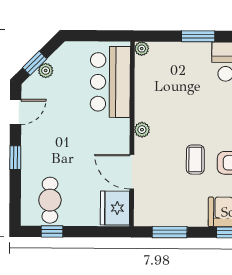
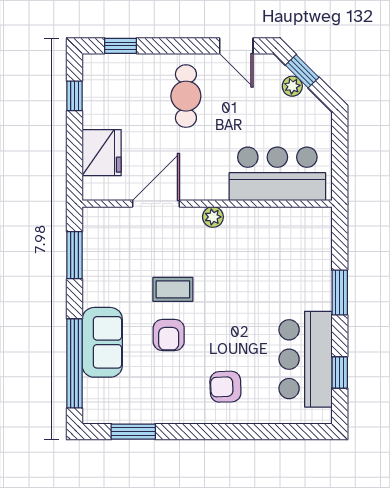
plant: (142, 49) -> (323, 216), removed
window: (15, 158) -> (121, 46), moved
cafe table: (50, 200) -> (186, 96), moved, turned 90
fridge: (115, 208) -> (102, 153), moved, turned 90

